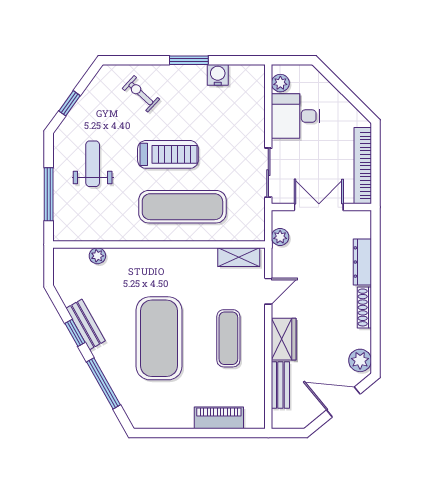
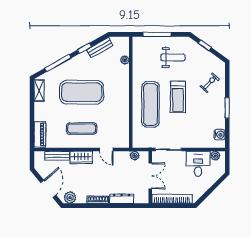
water cooler: (218, 75) -> (220, 135), moved
shelving: (239, 257) -> (39, 91), moved
bench: (86, 324) -> (100, 48), moved
piano: (219, 418) -> (40, 134), moved

